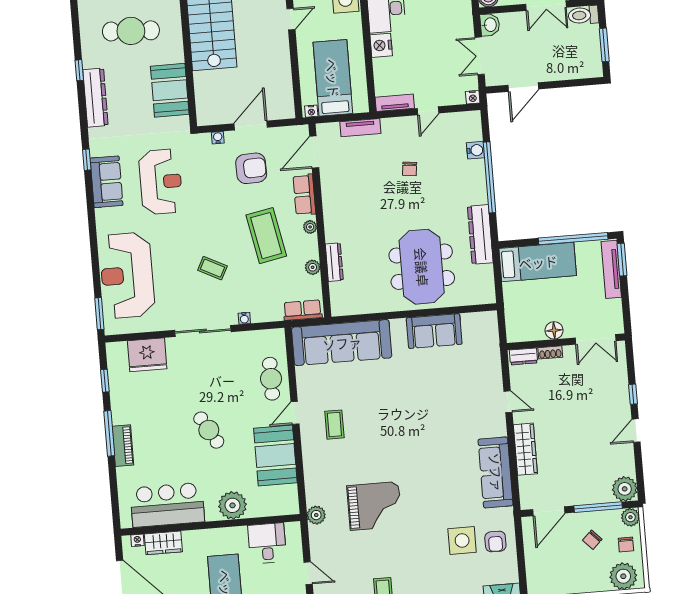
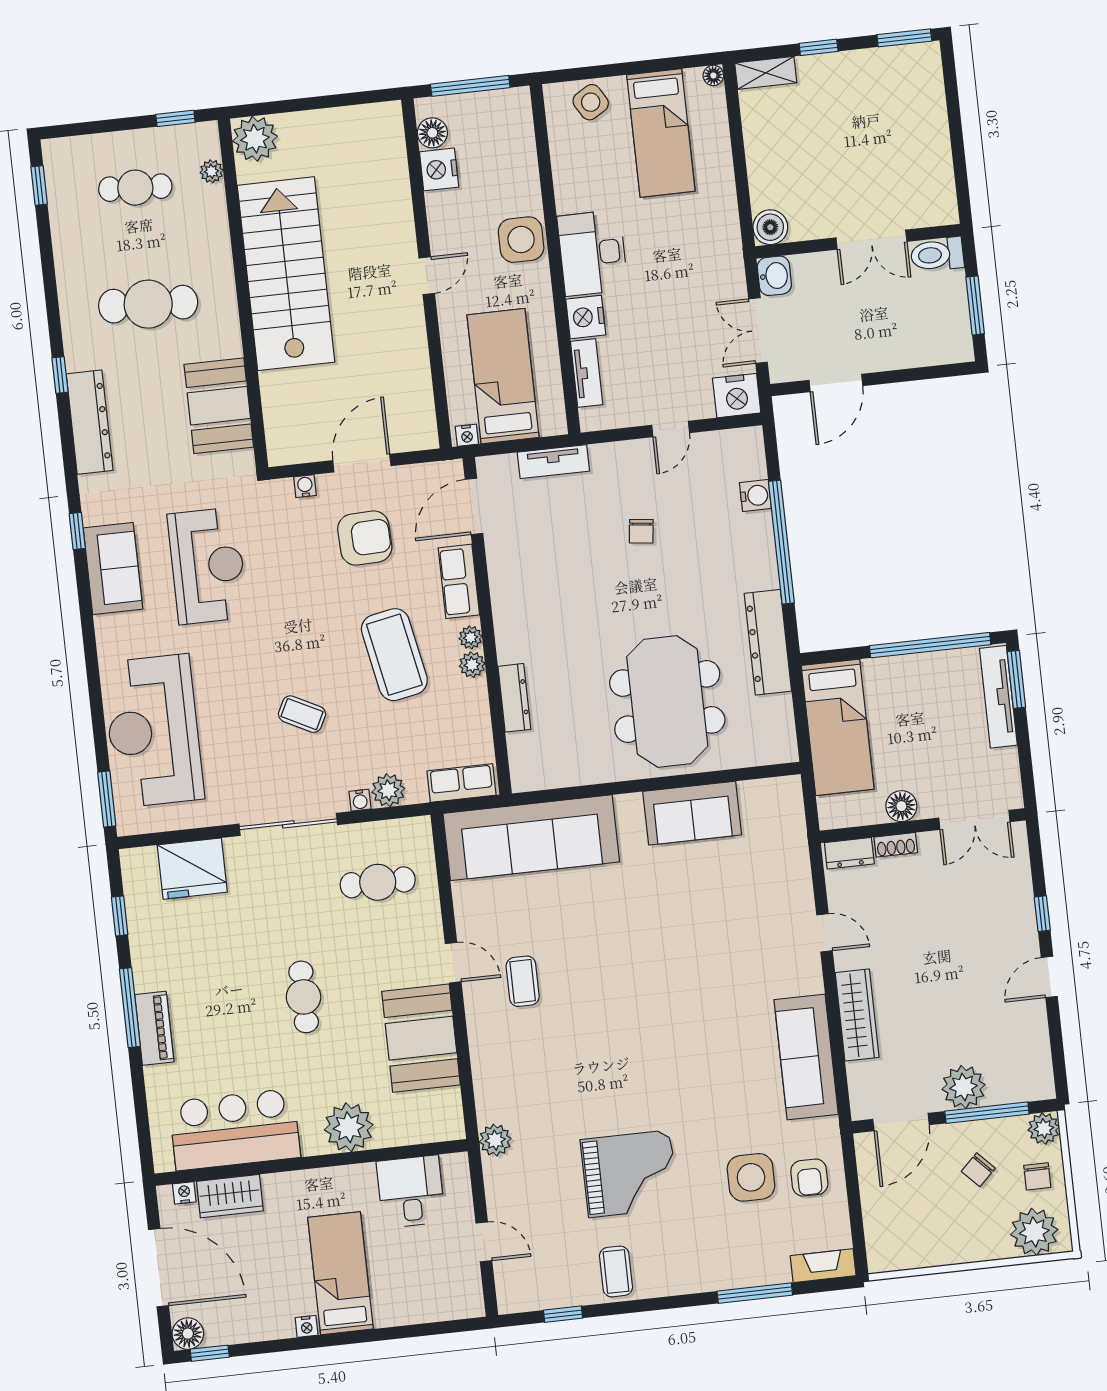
nightstand: (473, 97) -> (737, 396), width x1.89, depth x1.79
tv unit: (395, 103) -> (587, 373), moved, turned 90
bed: (538, 262) -> (838, 727), moved, turned 90
plant: (313, 267) -> (472, 665), moved
plant: (261, 313) -> (388, 790), added
cafe table: (271, 379) -> (378, 882), moved, turned 90
door: (295, 413) -> (453, 963), swing flipped
cafe table: (209, 430) -> (304, 997), turned 30
plant: (625, 489) -> (964, 1087), moved
grand piano: (374, 506) -> (629, 1174), moved

